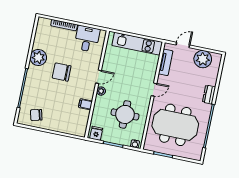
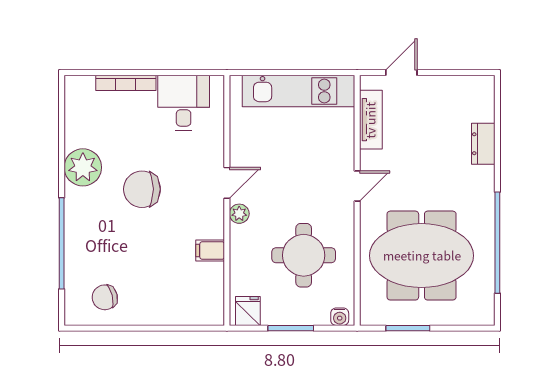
plant: (203, 59) -> (453, 95), removed
dresser: (209, 95) -> (483, 144), moved

